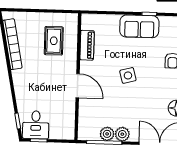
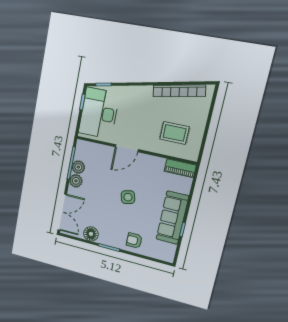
sofa: (139, 26) -> (172, 218), width x1.36
piano: (87, 45) -> (180, 168), moved
desk: (36, 125) -> (99, 113), width x1.87, depth x1.30

